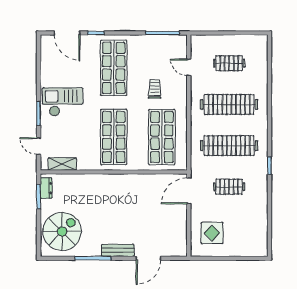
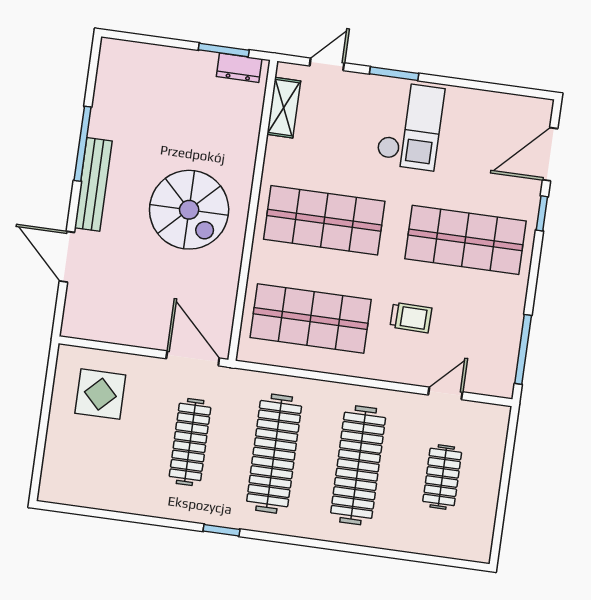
clothes rail: (229, 187) -> (190, 442), width x1.36
spiral stairs: (62, 231) -> (189, 210), moved
bench: (118, 250) -> (93, 184), width x1.36

